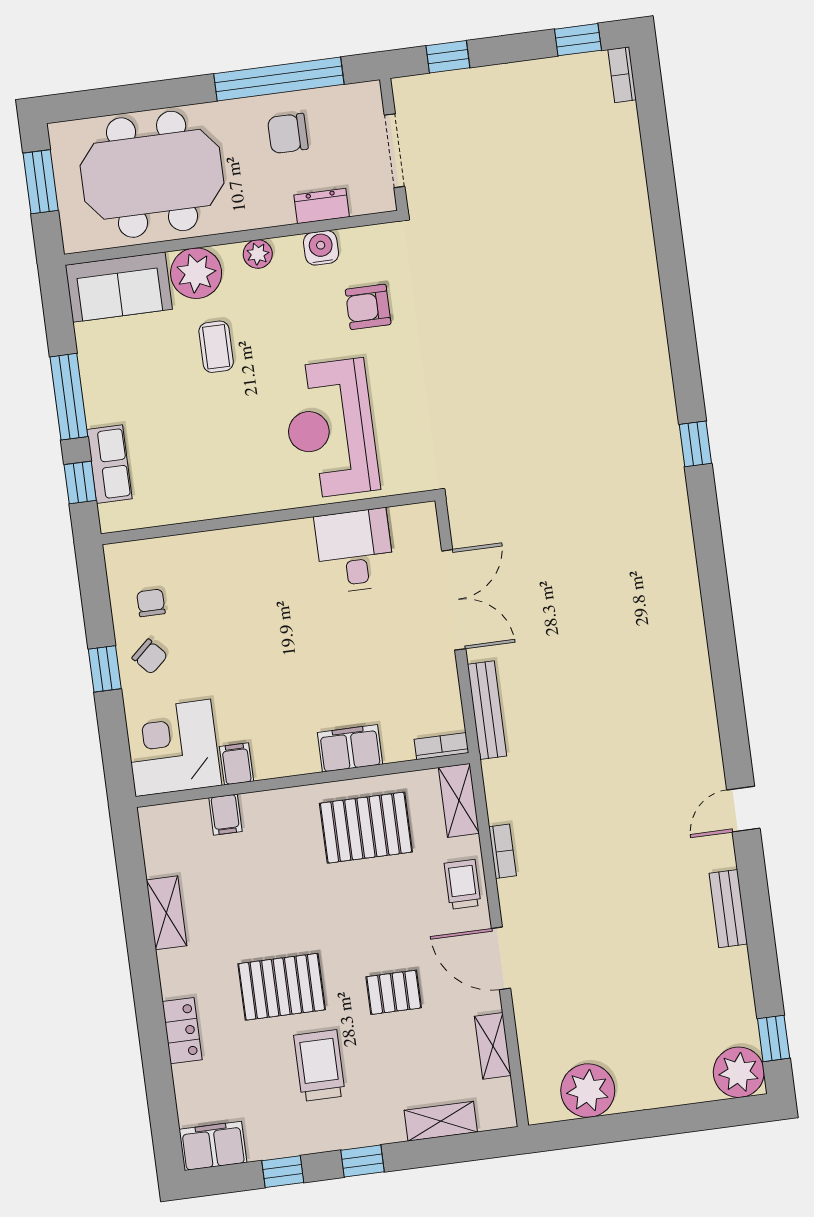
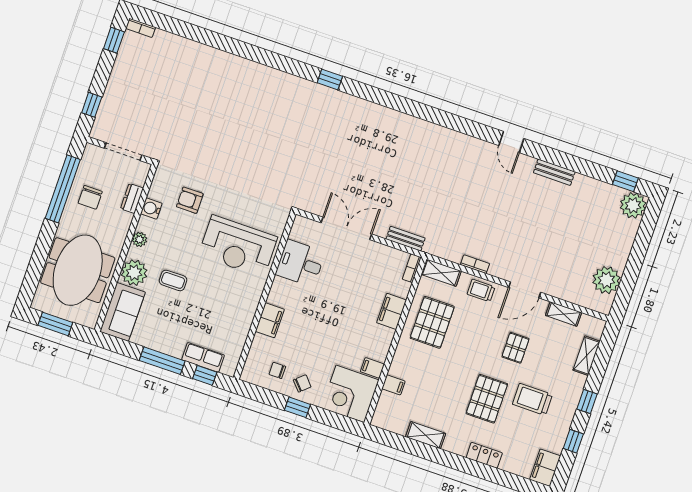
armchair: (368, 307) -> (190, 200), turned 90
filing cabinet: (230, 547) -> (270, 320), added
bench: (487, 710) -> (406, 239), width x0.73

